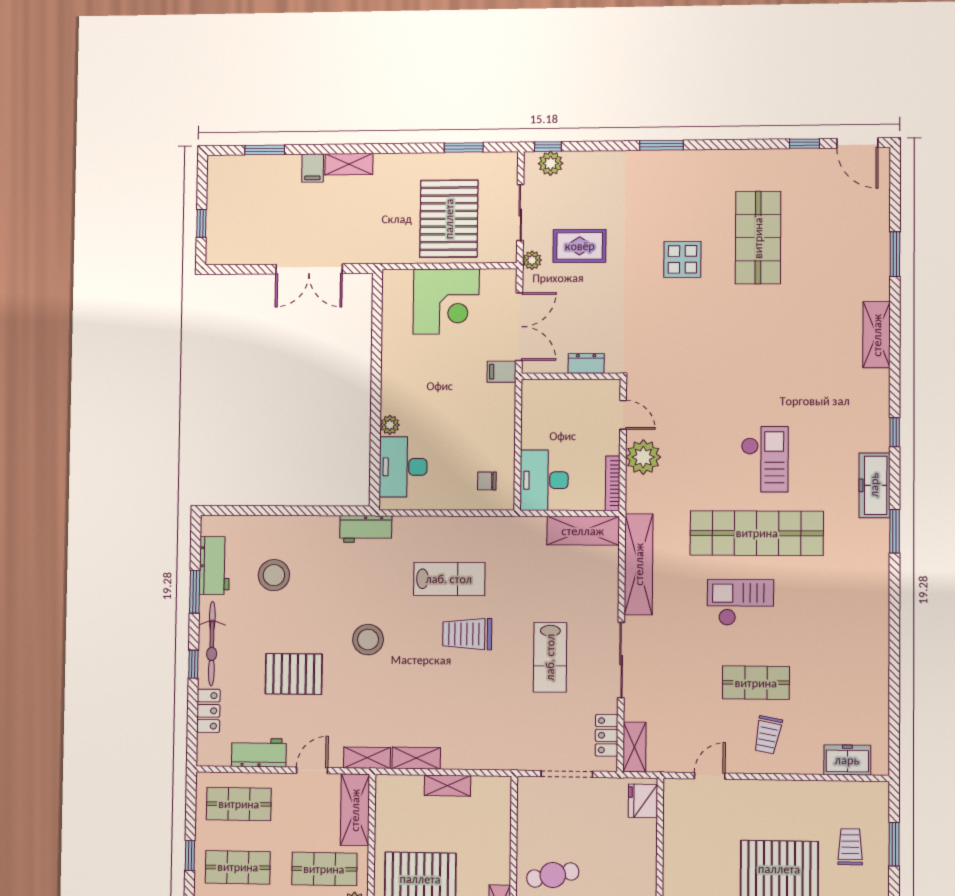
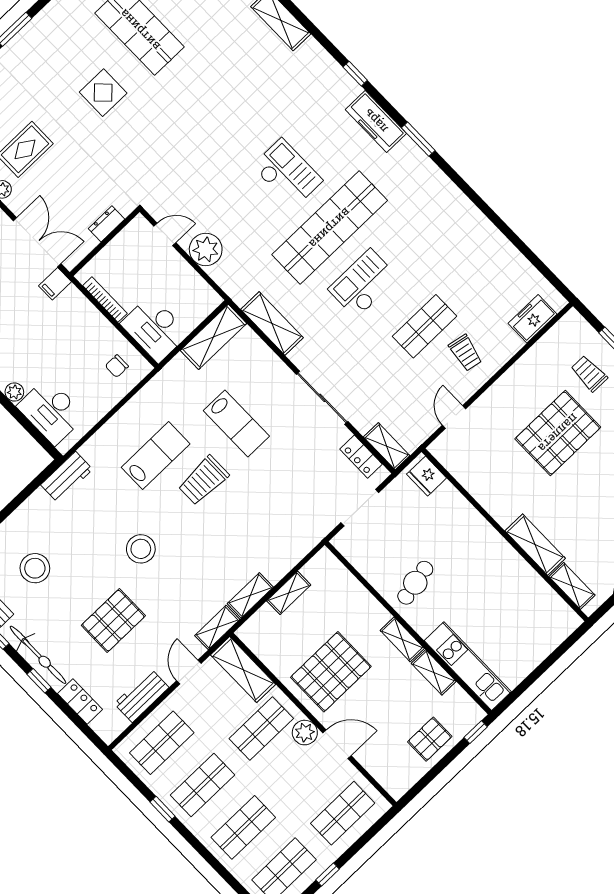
bookcase: (613, 483) -> (105, 299), moved, turned 180
shelving: (639, 564) -> (272, 324), width x0.68
lab bench: (550, 657) -> (236, 423), moved

